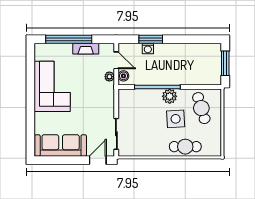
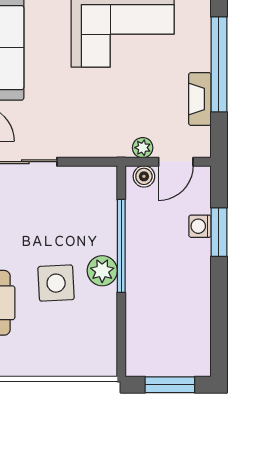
cafe table: (201, 108) -> (78, 336), removed

